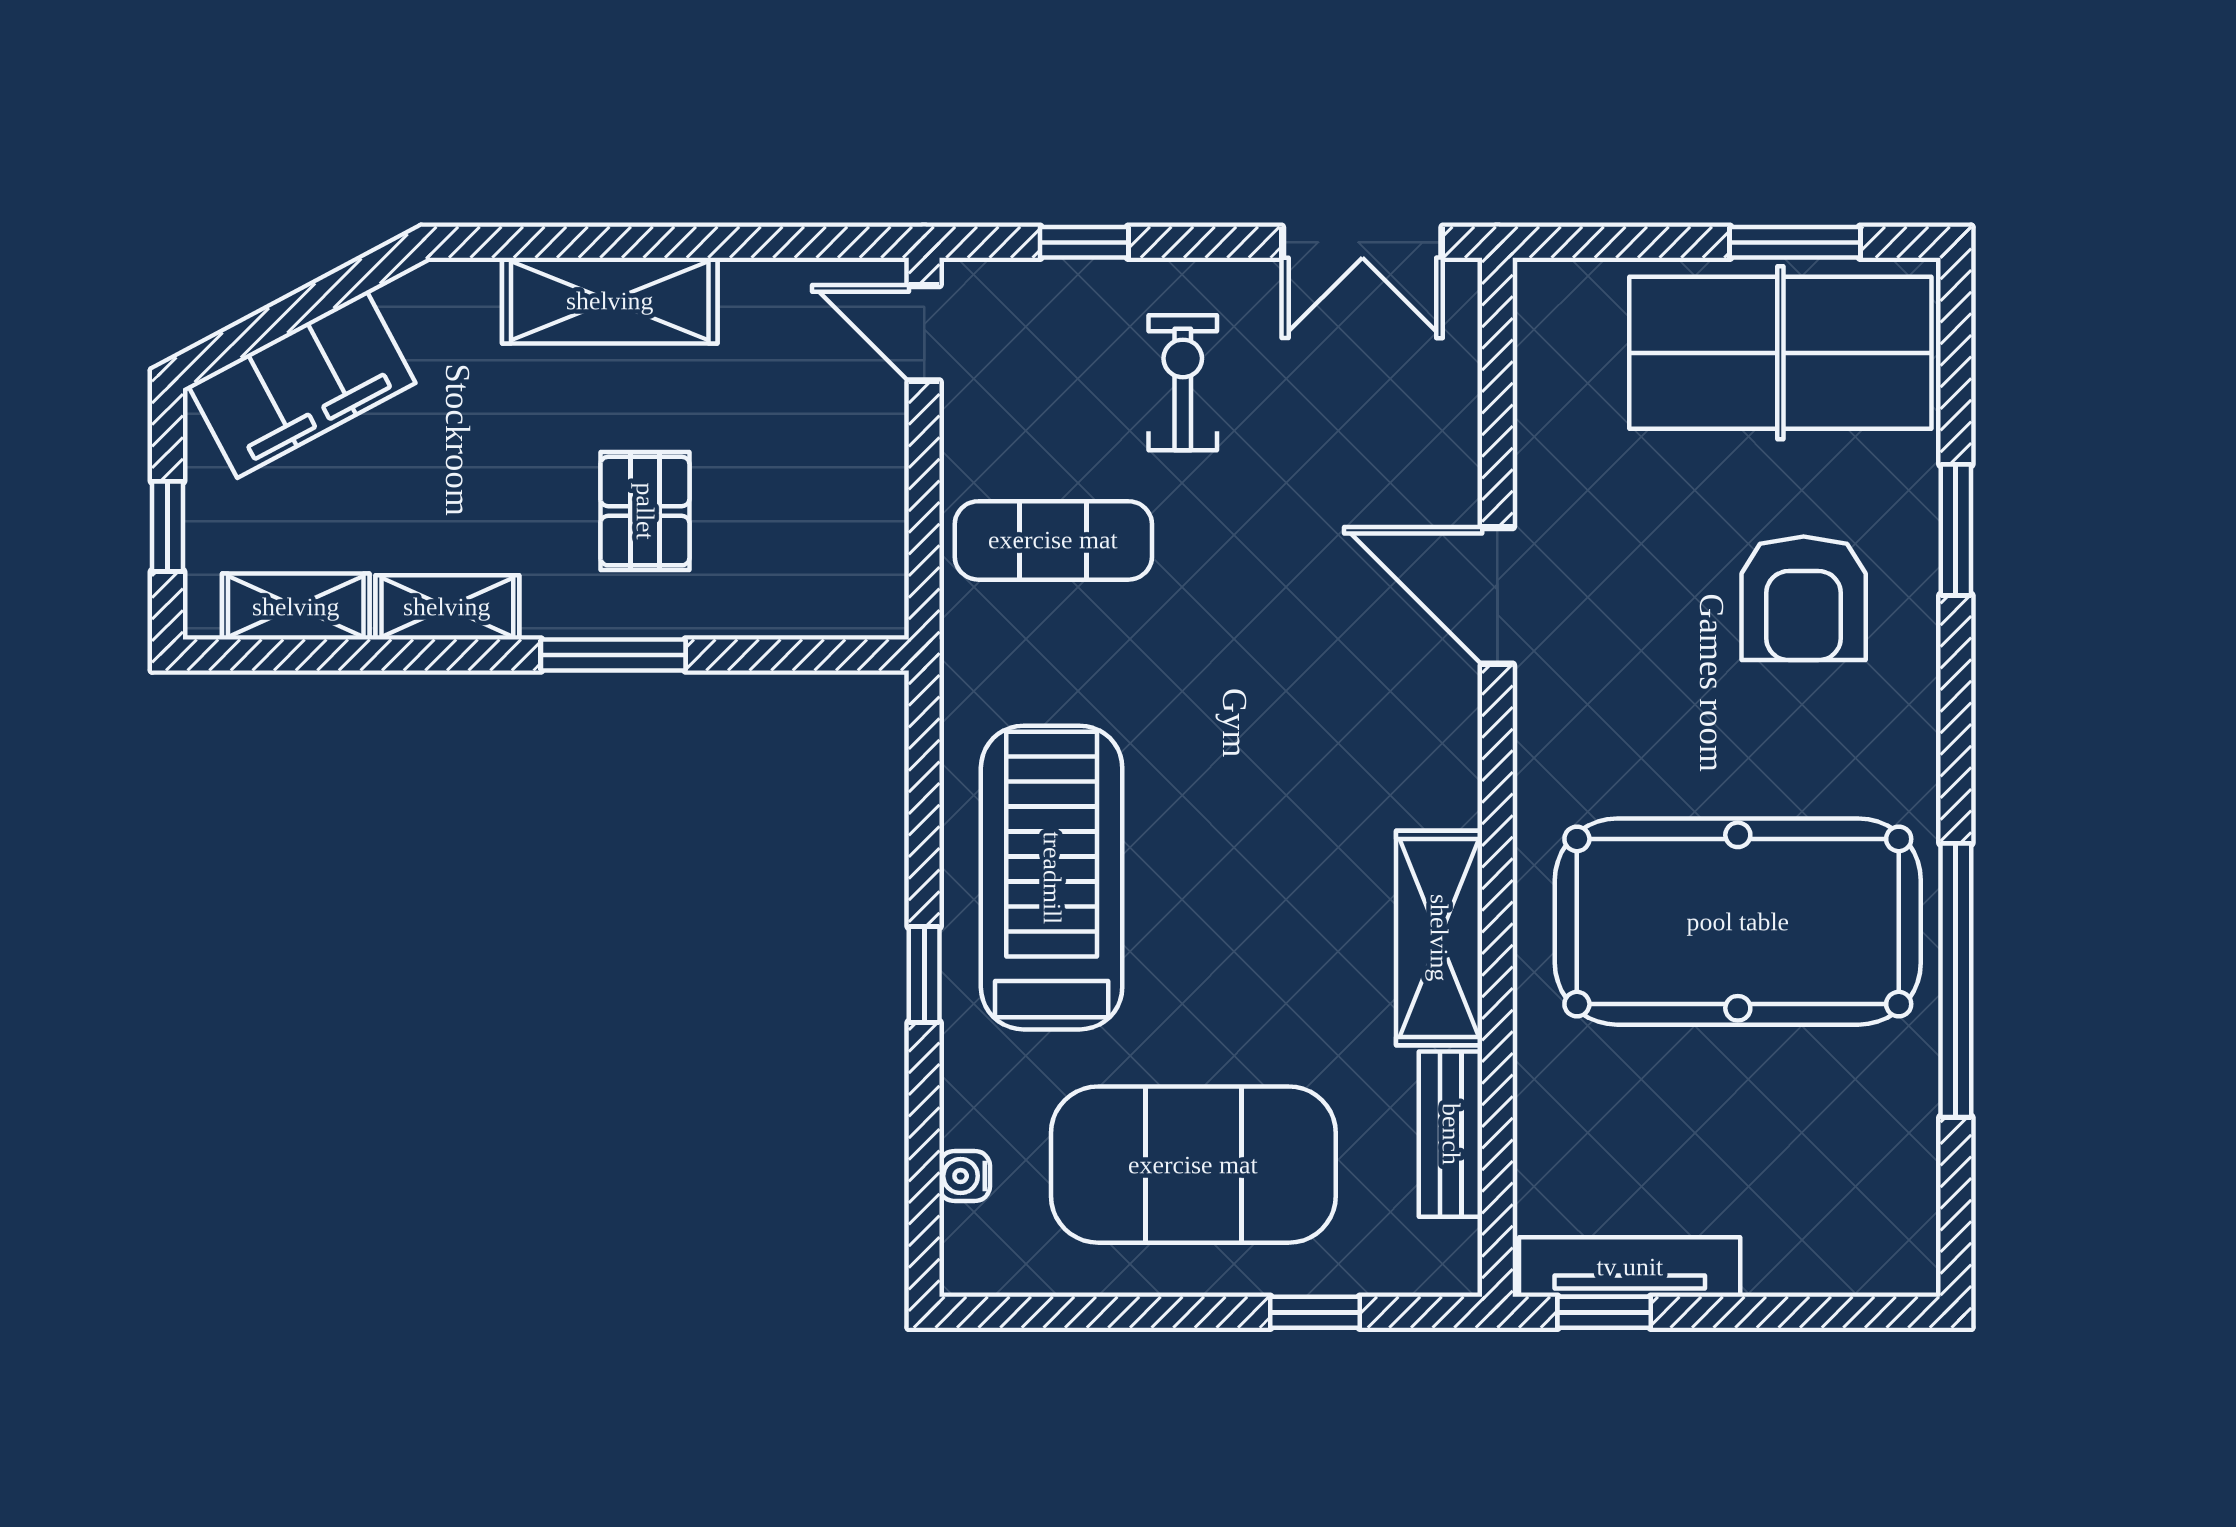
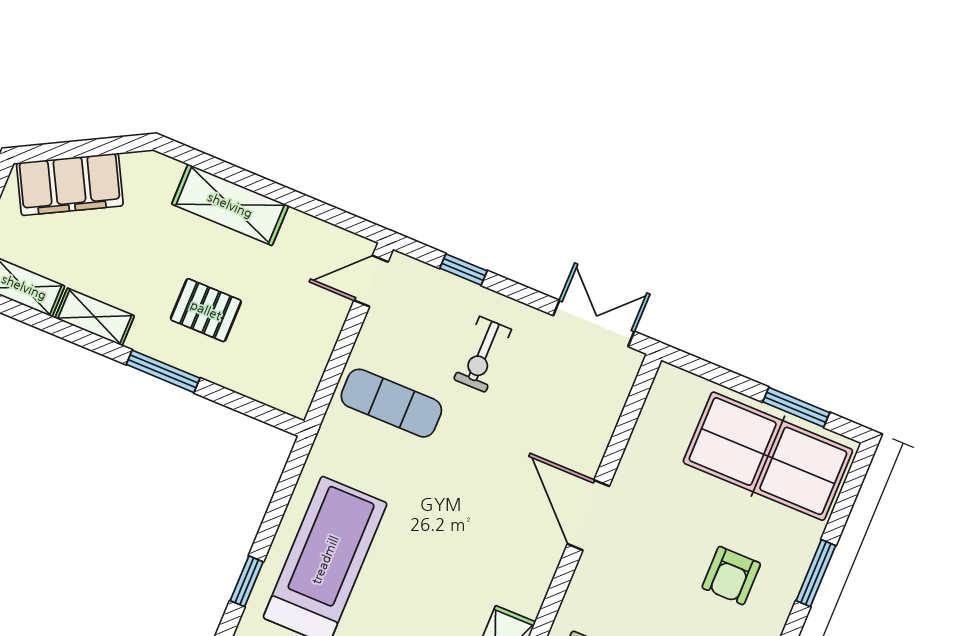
double door: (1362, 242) -> (594, 323), swing flipped
door: (924, 333) -> (371, 281), hinge flipped
exercise bike: (1183, 383) -> (482, 354), turned 180
pallet: (645, 511) -> (206, 310), turned 90
armchair: (1804, 598) -> (731, 576), width x0.72, depth x0.72

